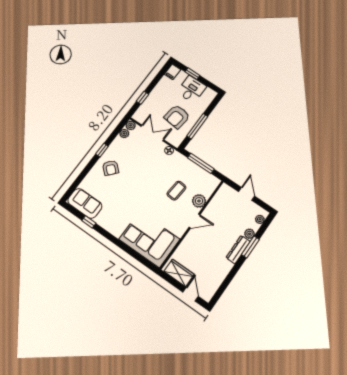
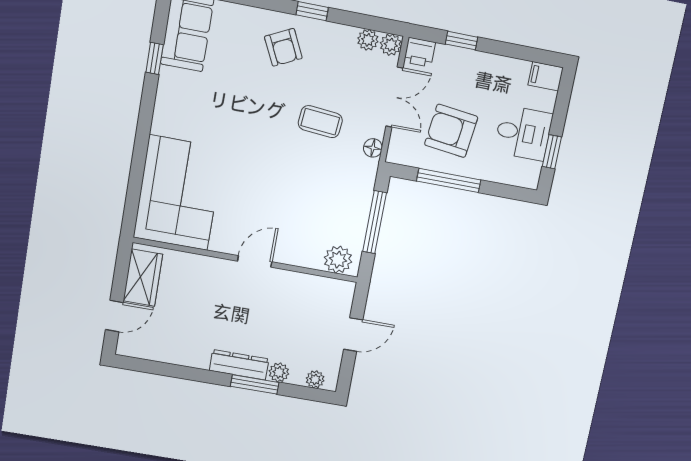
window: (192, 74) -> (552, 152), moved
printer: (139, 116) -> (420, 52), added
armchair: (111, 168) -> (283, 47), turned -67
coffee table: (176, 191) -> (320, 122), moved
plant: (199, 201) -> (338, 260), moved
door: (194, 221) -> (255, 261), swing flipped

